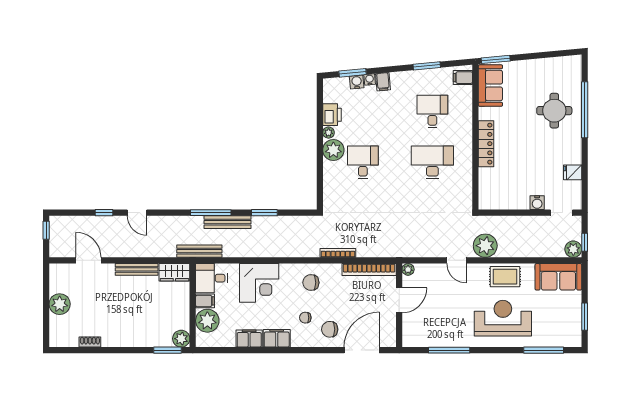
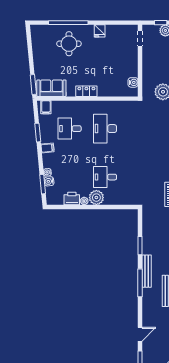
filing cabinet: (383, 82) -> (47, 148), moved
locker: (486, 144) -> (86, 91), width x0.66
fridge: (573, 172) -> (100, 31), moved
water cooler: (537, 203) -> (133, 82), moved

